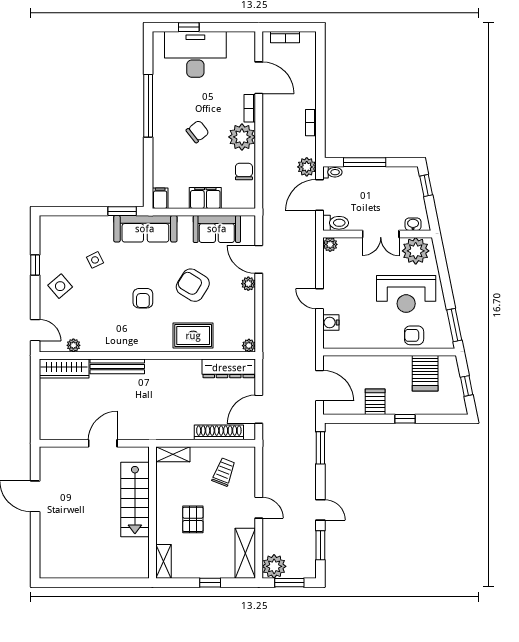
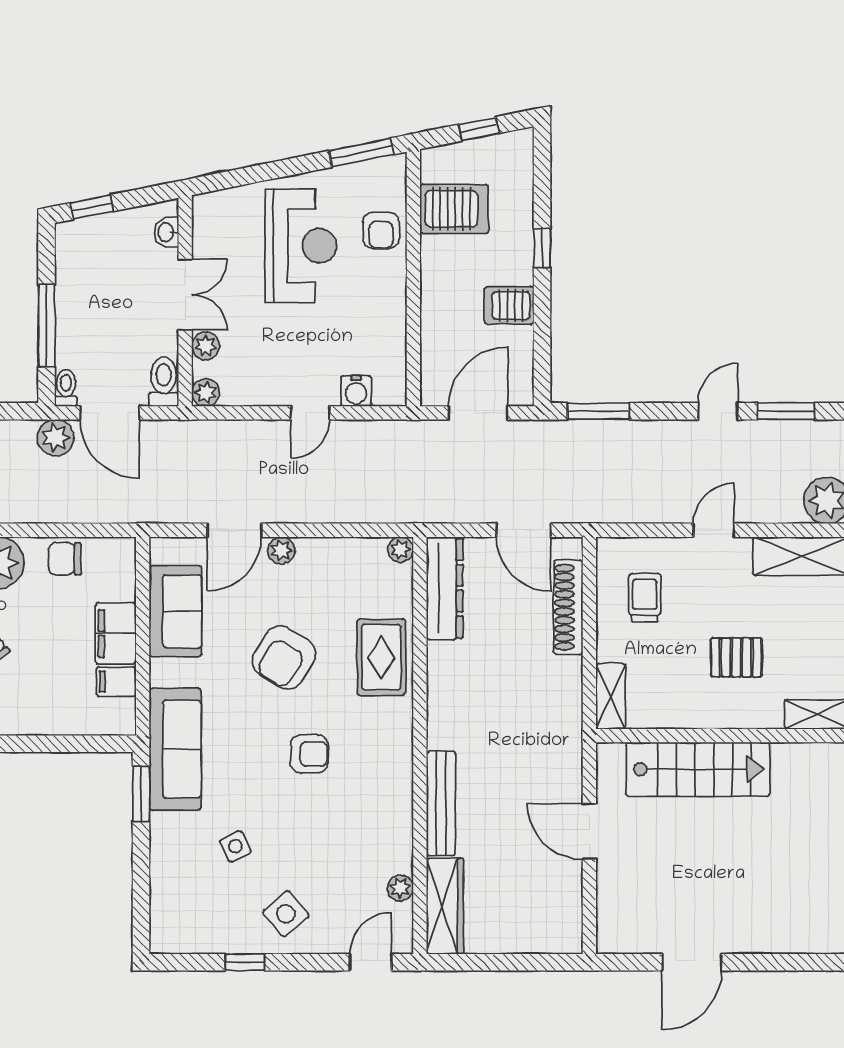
filing cabinet: (160, 198) -> (116, 682), moved
plant: (416, 251) -> (206, 346), moved, width x0.53, depth x0.53
trolley: (224, 472) -> (645, 598), turned 69

